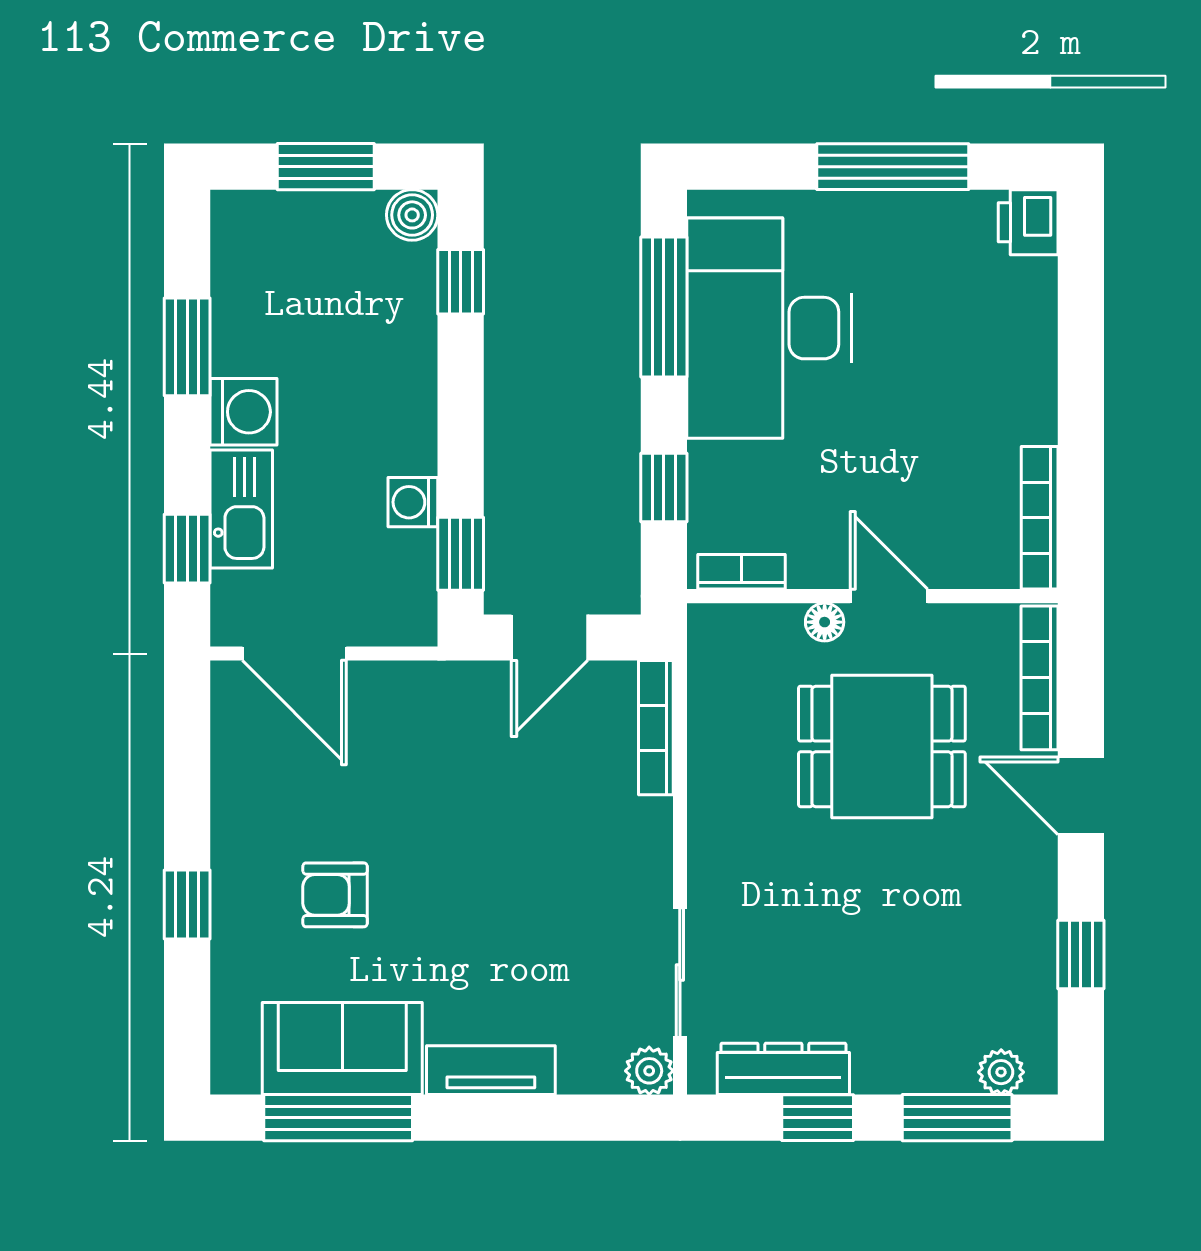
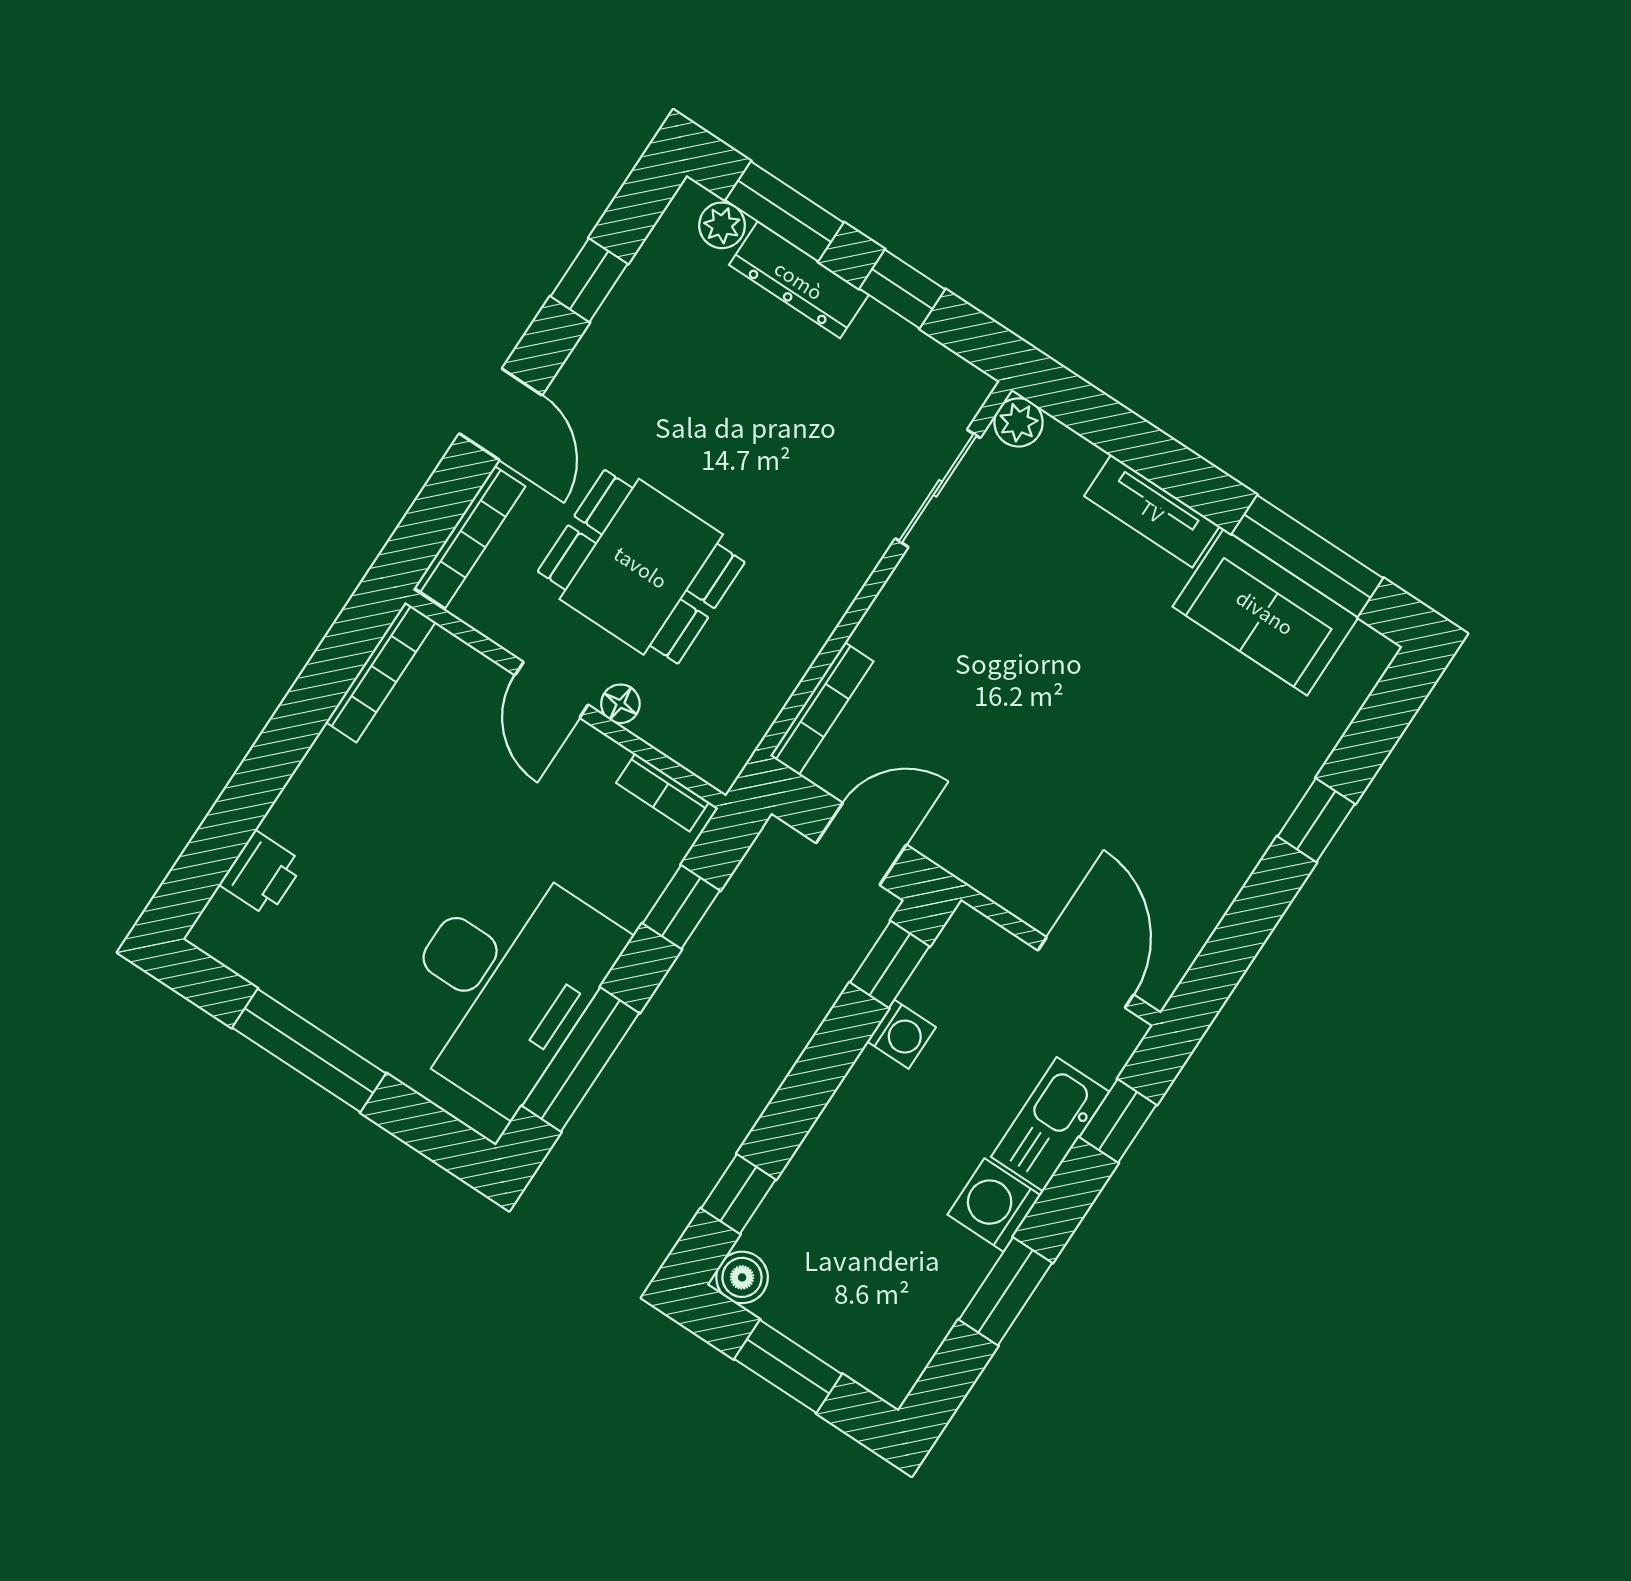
printer: (1028, 222) -> (262, 874), moved
armchair: (335, 895) -> (1186, 746), removed
dresser: (783, 1069) -> (799, 280), moved

